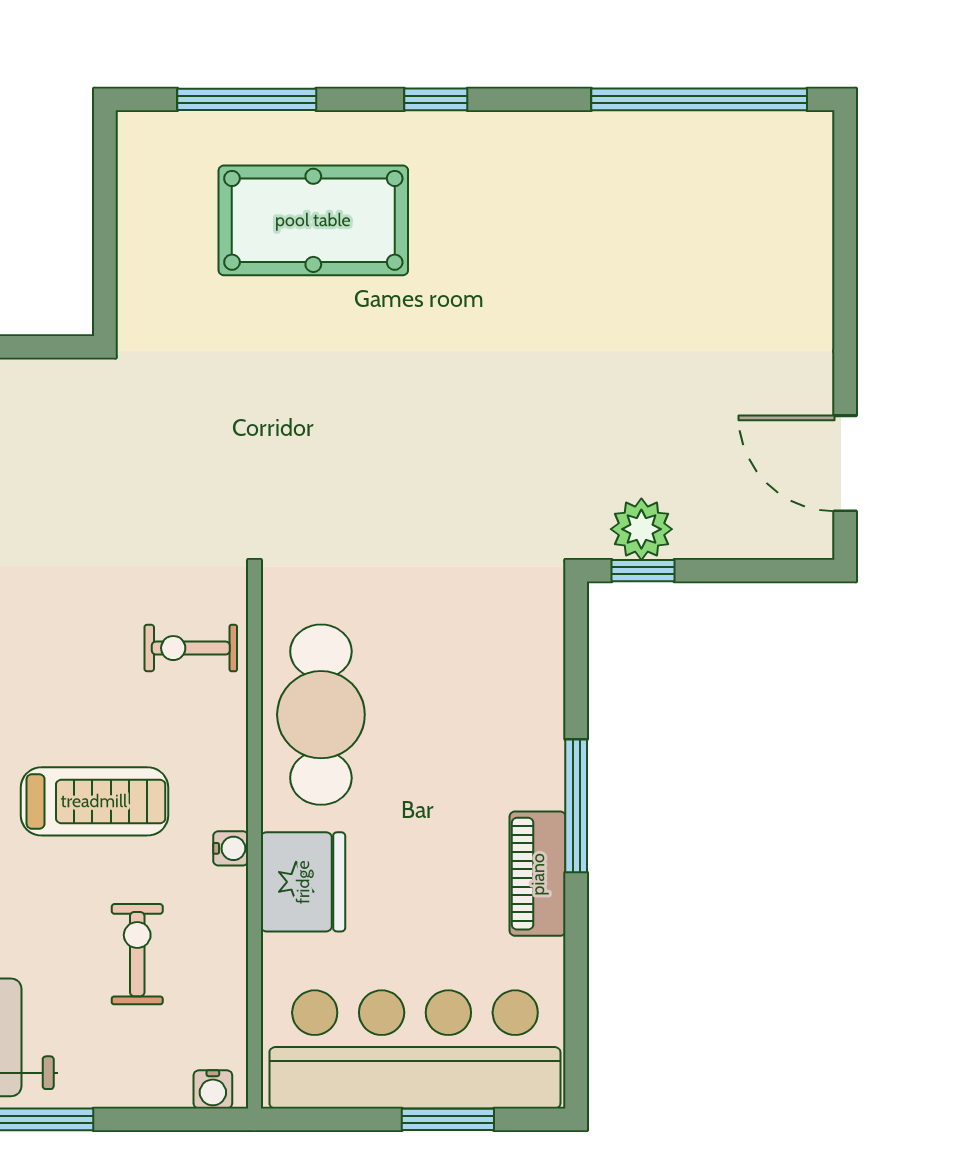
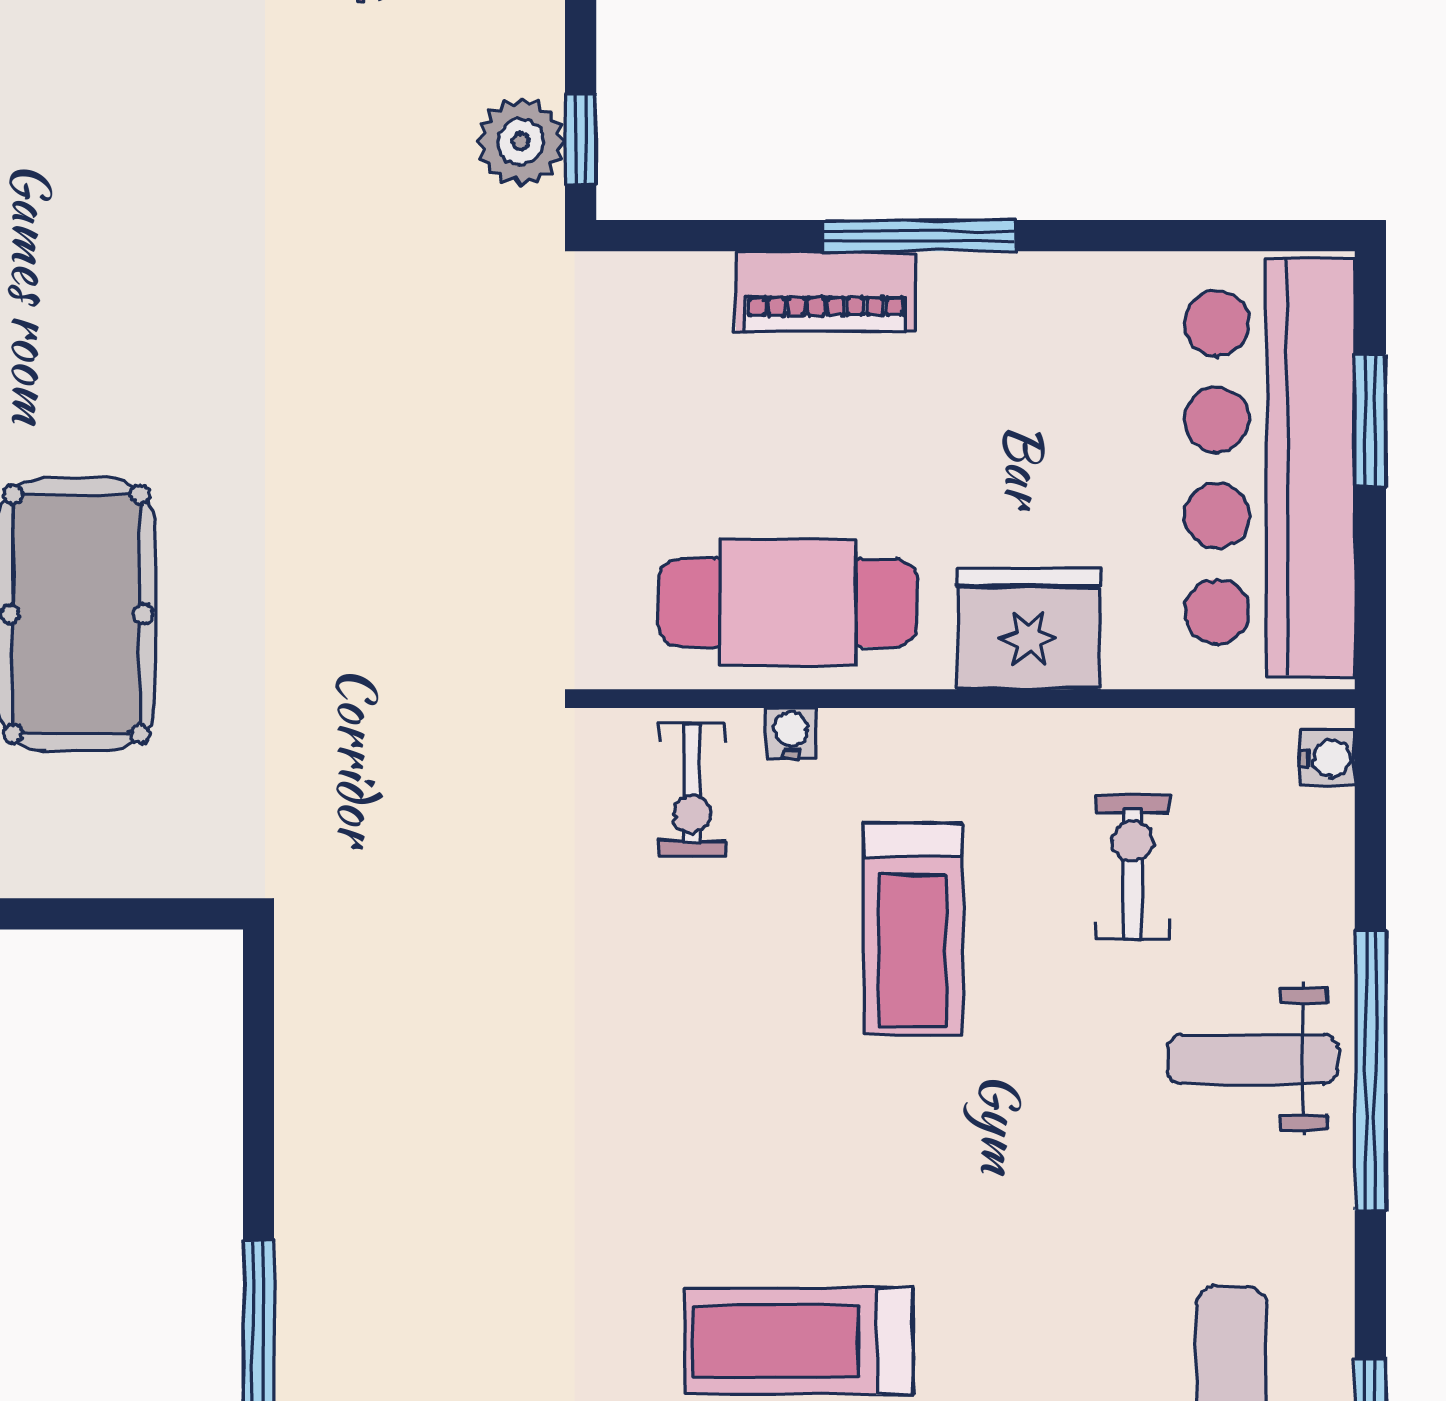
treadmill: (94, 801) -> (913, 929), turned 180
water cooler: (231, 848) -> (791, 733), moved
piano: (538, 874) -> (826, 291), moved
exercise bike: (137, 954) -> (1133, 867), turned 90

